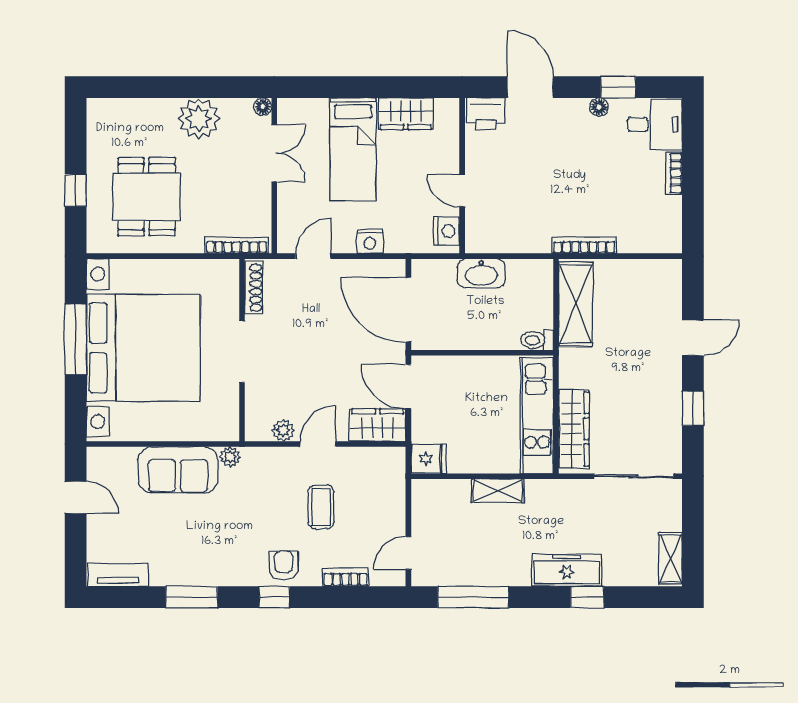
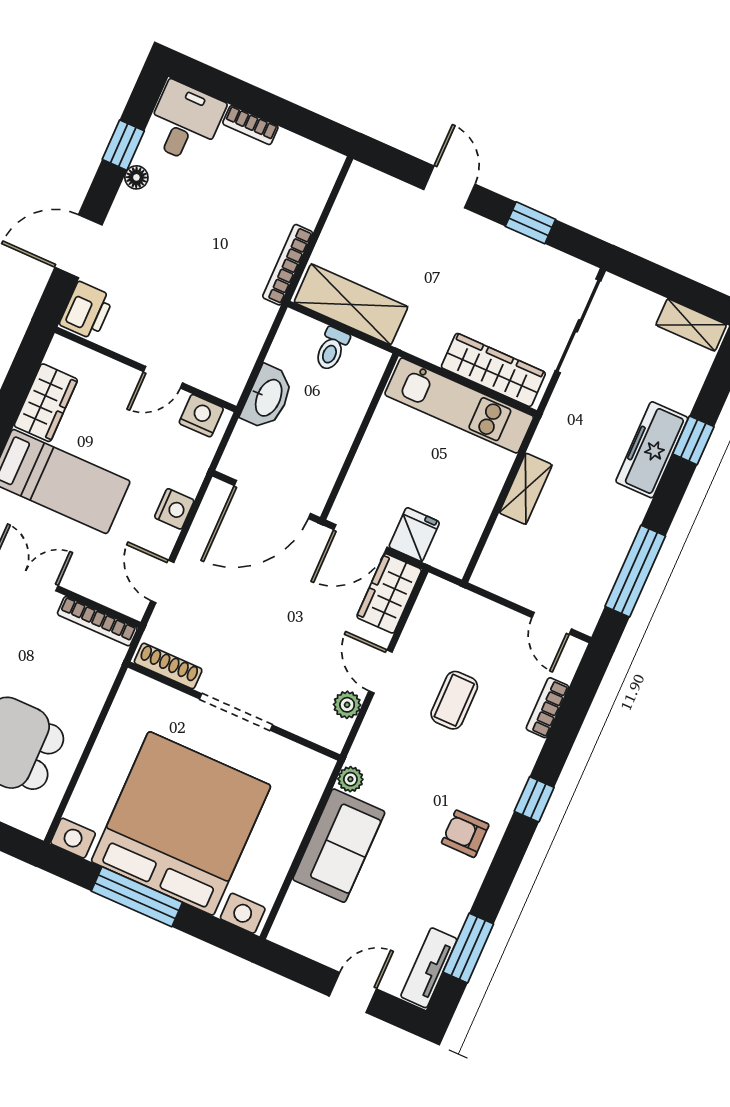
bookcase: (237, 245) -> (97, 621), moved, turned -90
toilet: (537, 340) -> (332, 349), moved
fridge: (429, 459) -> (414, 534), moved
door: (76, 497) -> (353, 992), moved
coffee table: (321, 507) -> (454, 700), turned 90
armchair: (284, 566) -> (465, 834), moved
window: (192, 597) -> (468, 948), moved

